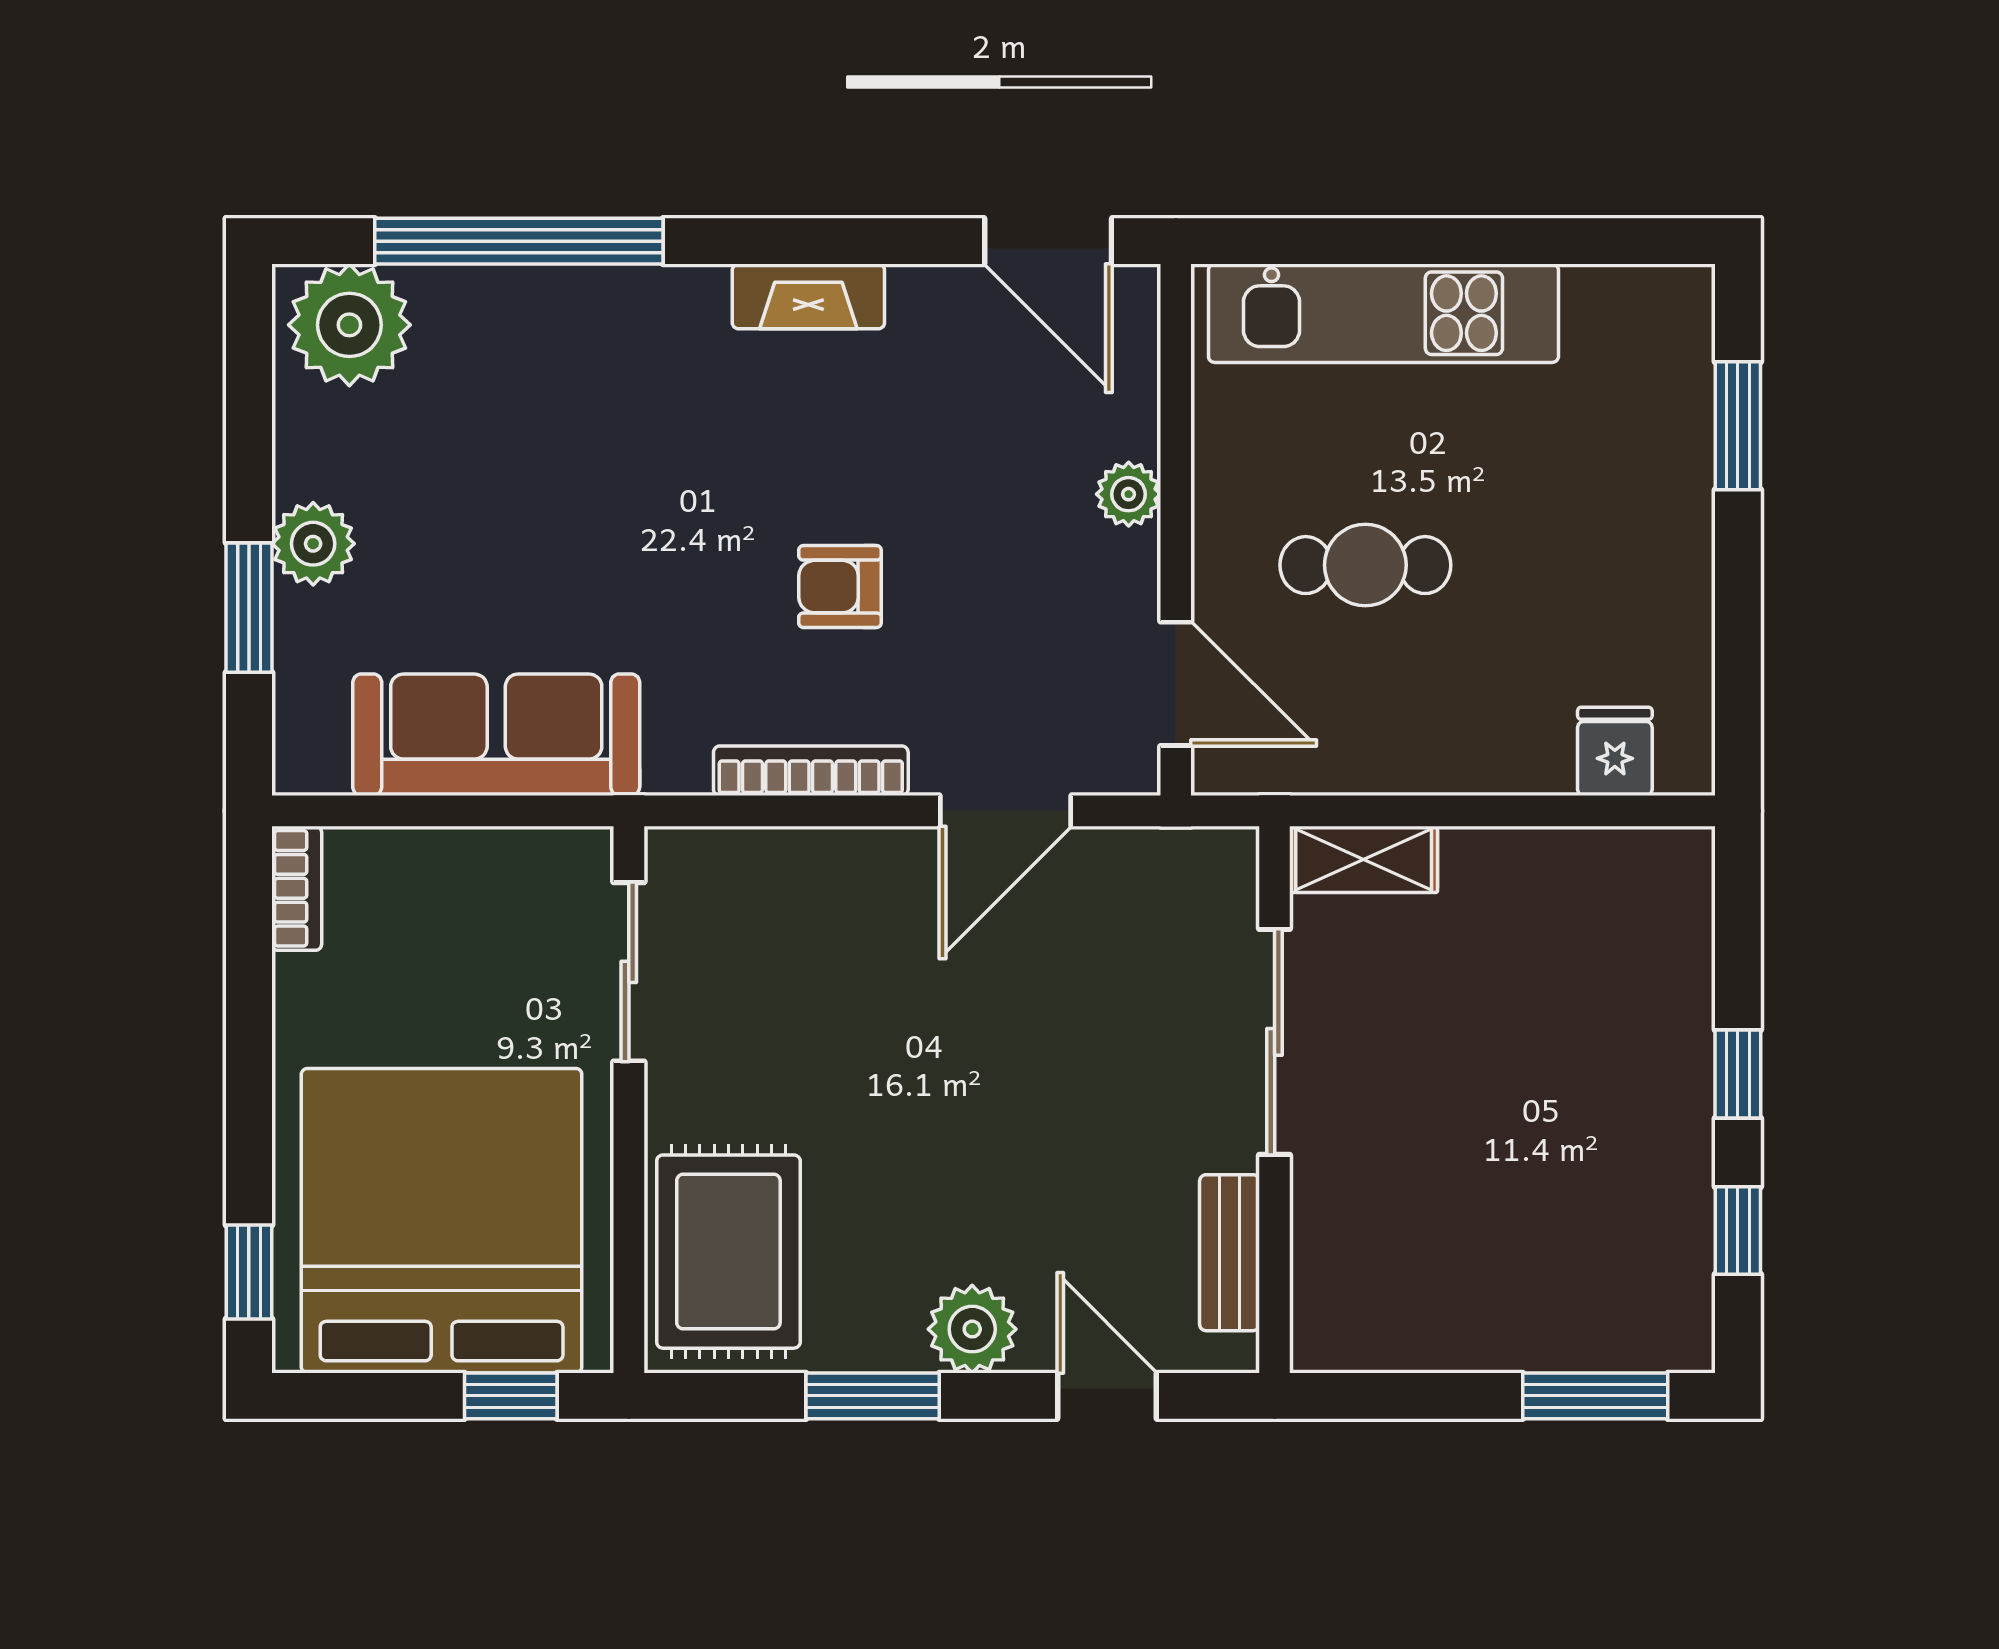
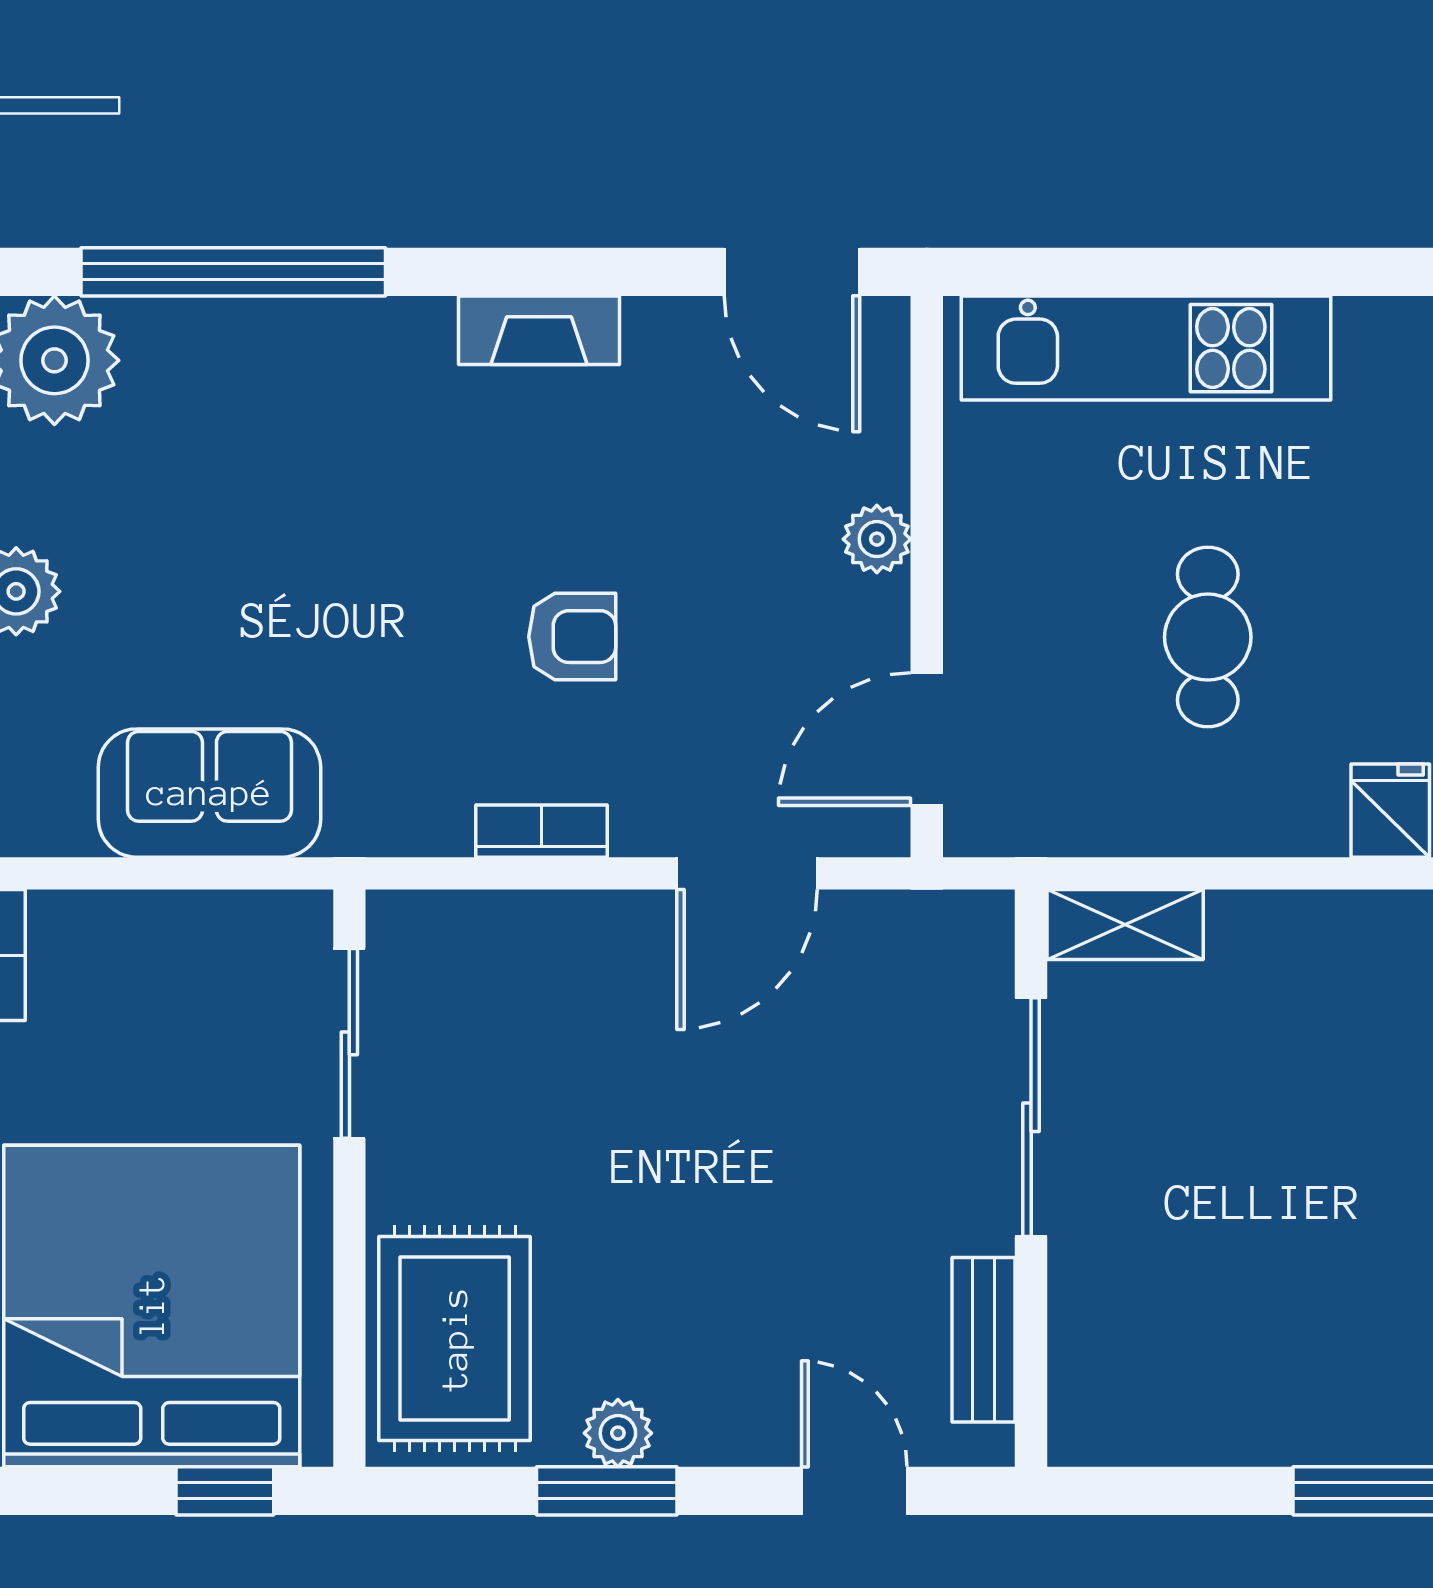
cafe table: (1365, 565) -> (1208, 637), moved, turned 90
armchair: (840, 587) -> (572, 637), turned 180
door: (1176, 684) -> (927, 739), swing flipped
sofa: (496, 735) -> (209, 793), width x0.73
bookcase: (811, 771) -> (542, 831), width x0.64
plant: (972, 1329) -> (618, 1433), moved, width x0.73, depth x0.73

